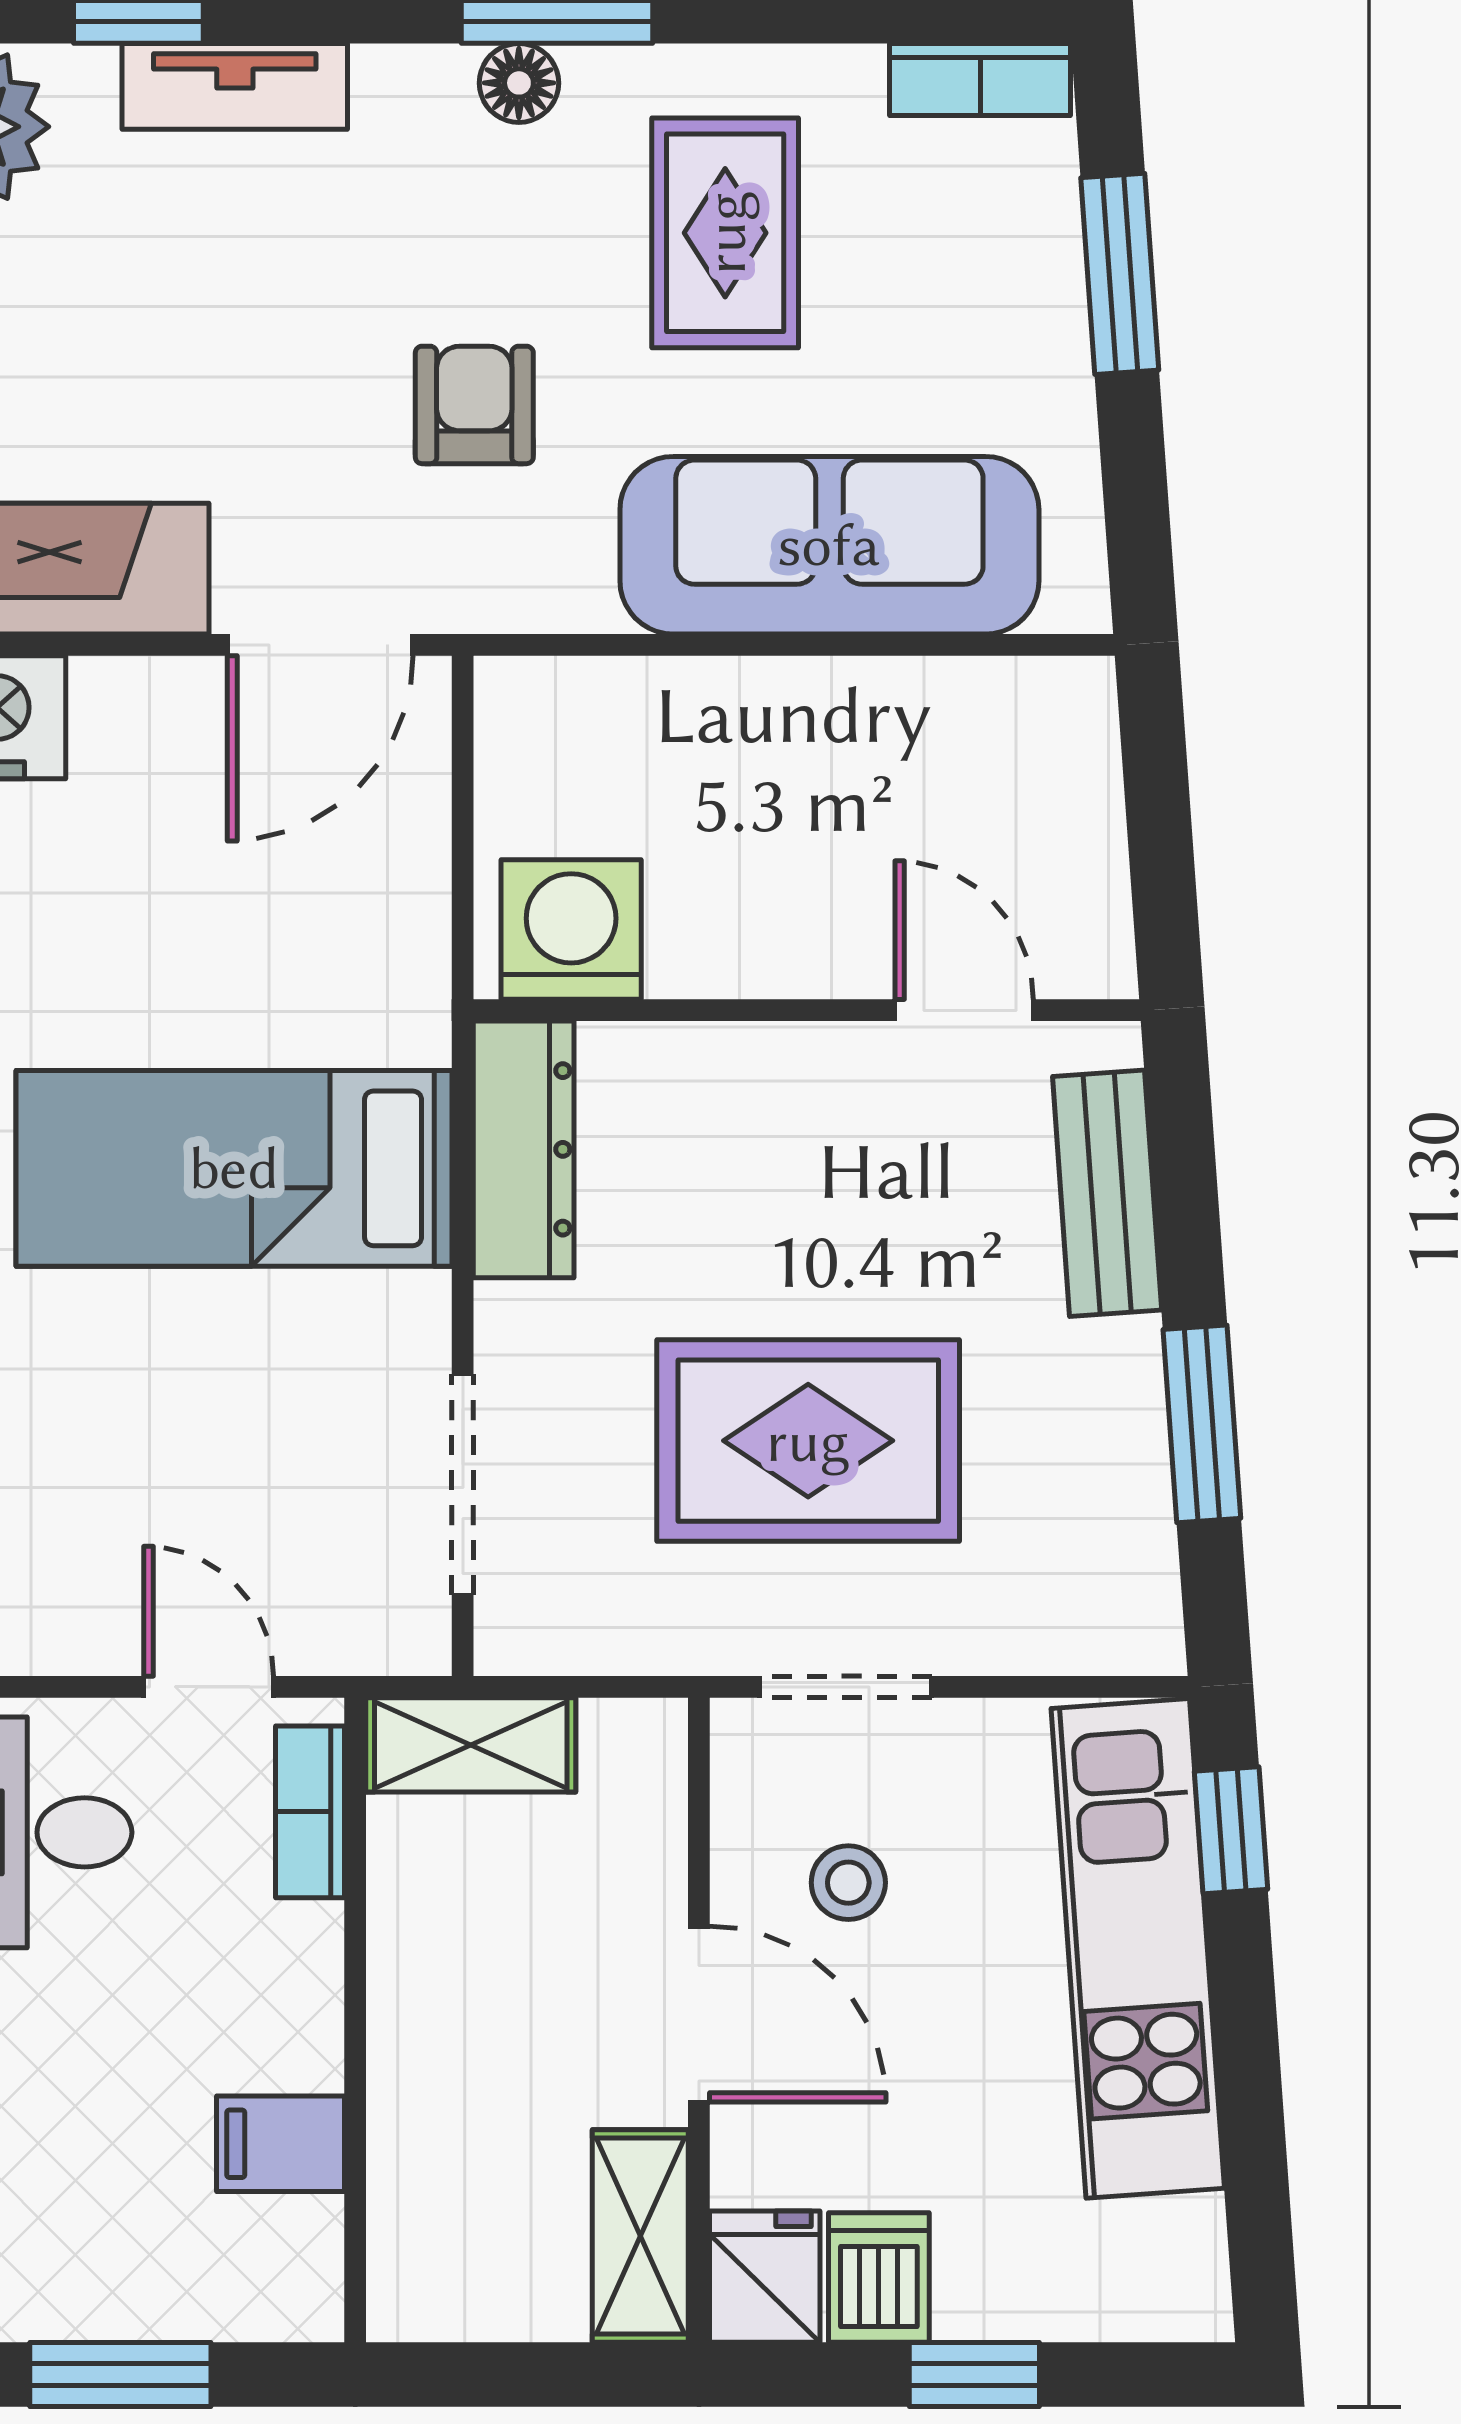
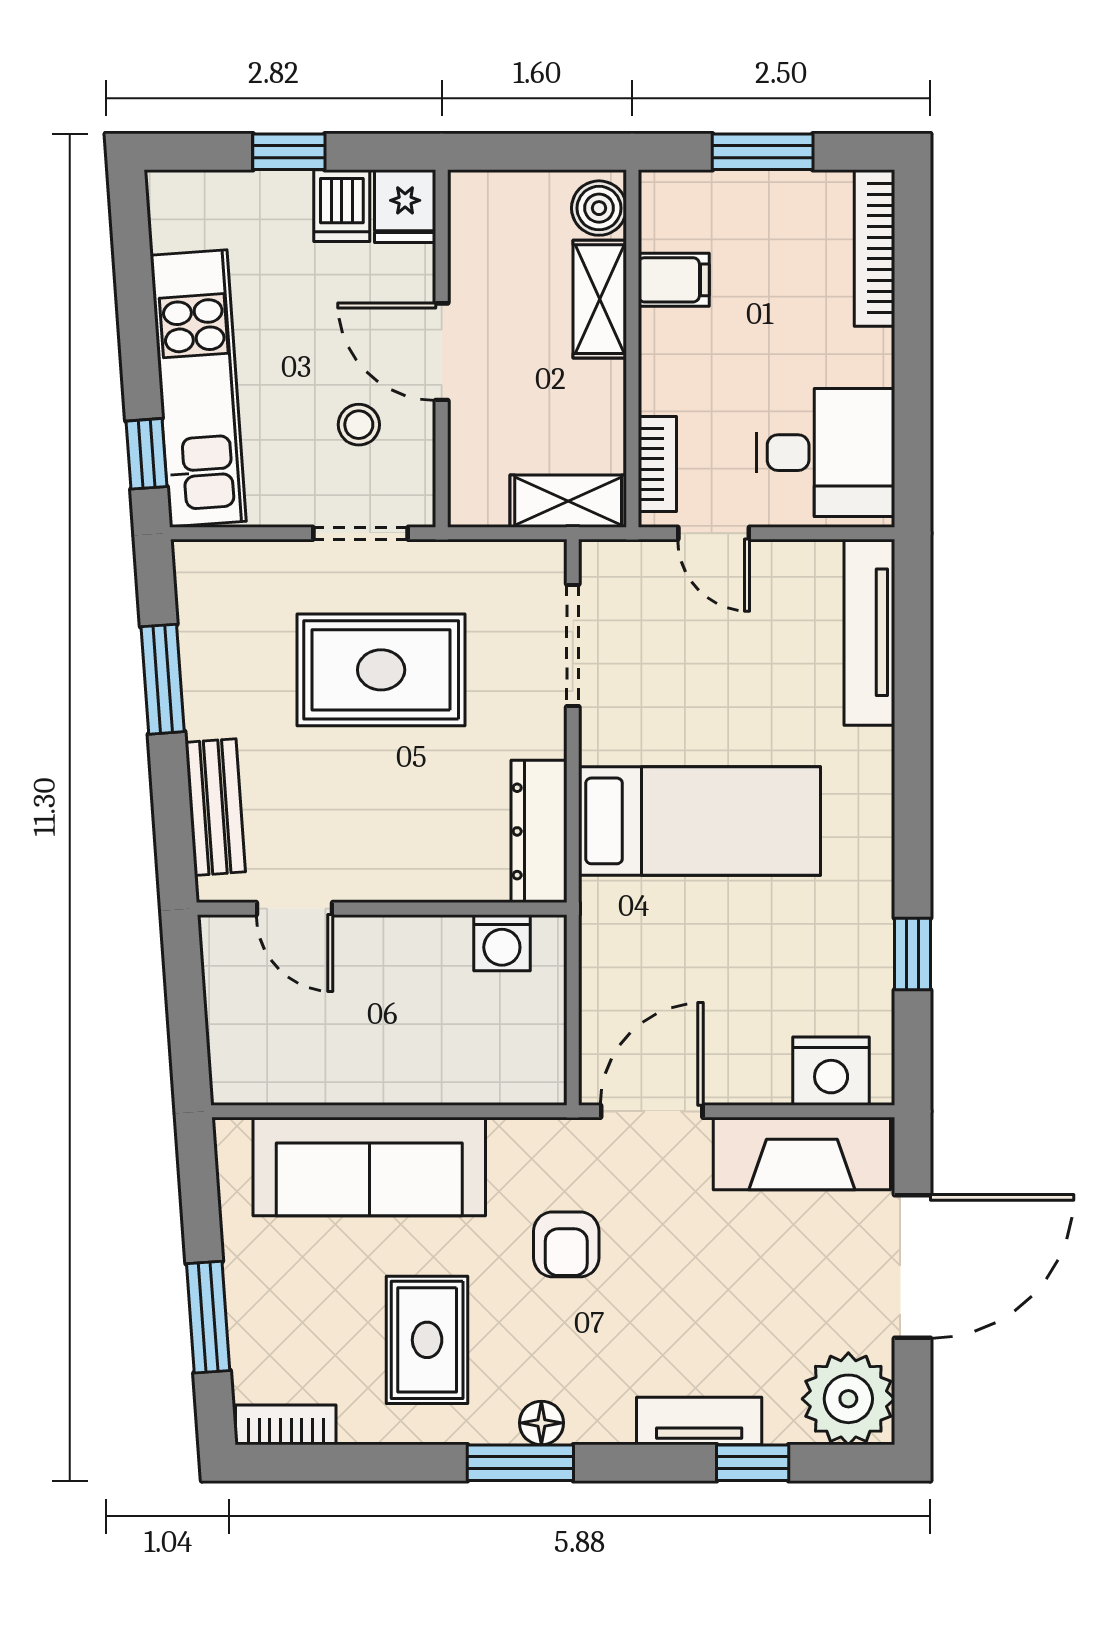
washing machine: (571, 930) -> (502, 943), width x0.73, depth x0.73
shelving: (640, 2236) -> (600, 299), moved
boiler: (415, 2273) -> (599, 208), added

